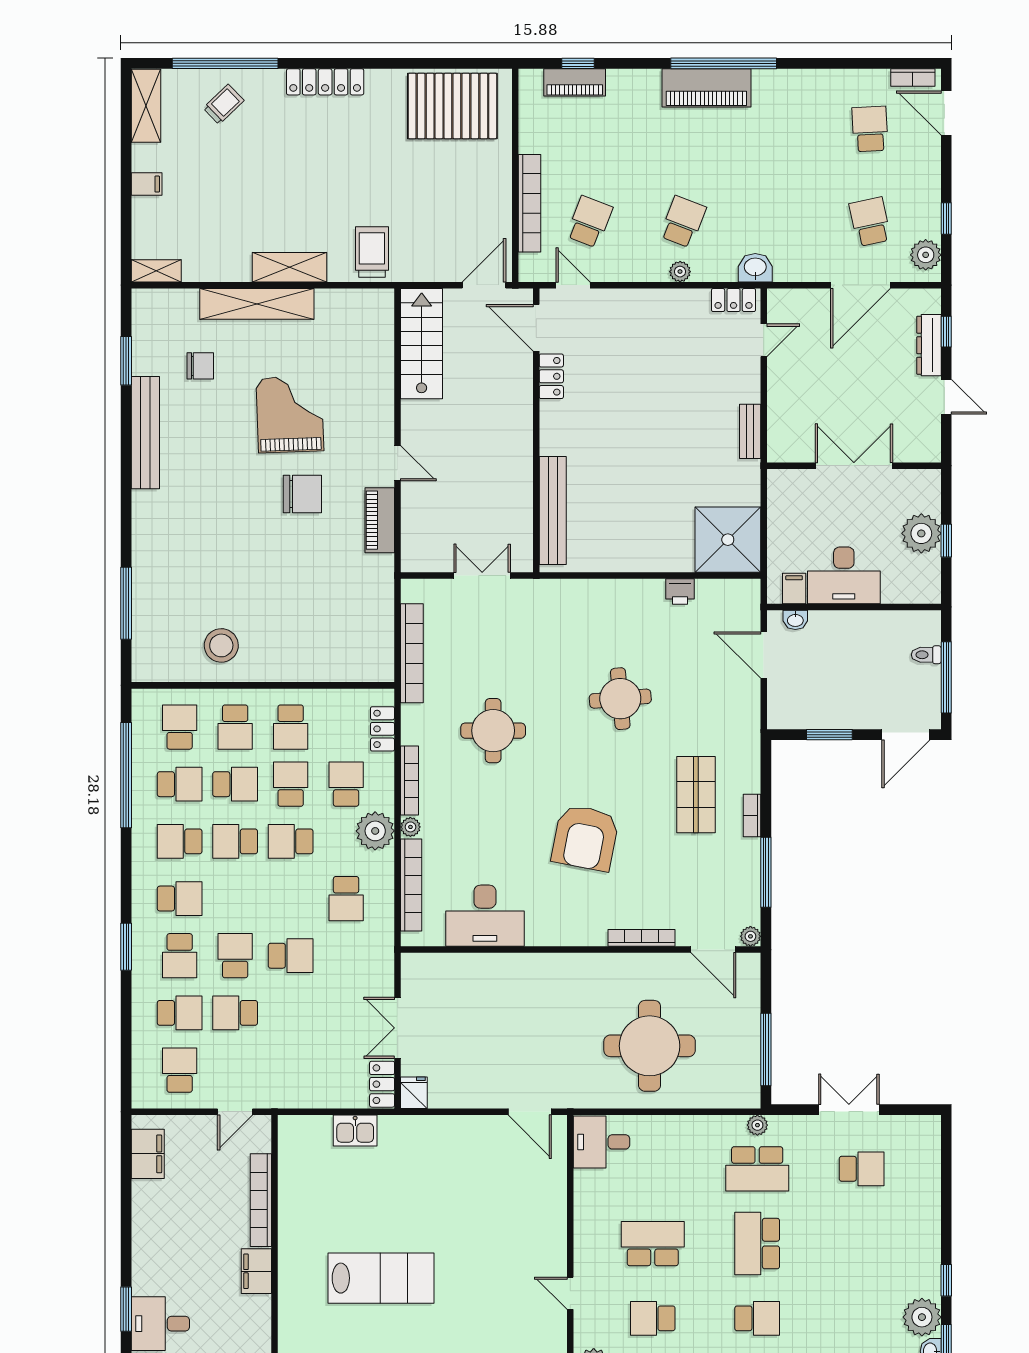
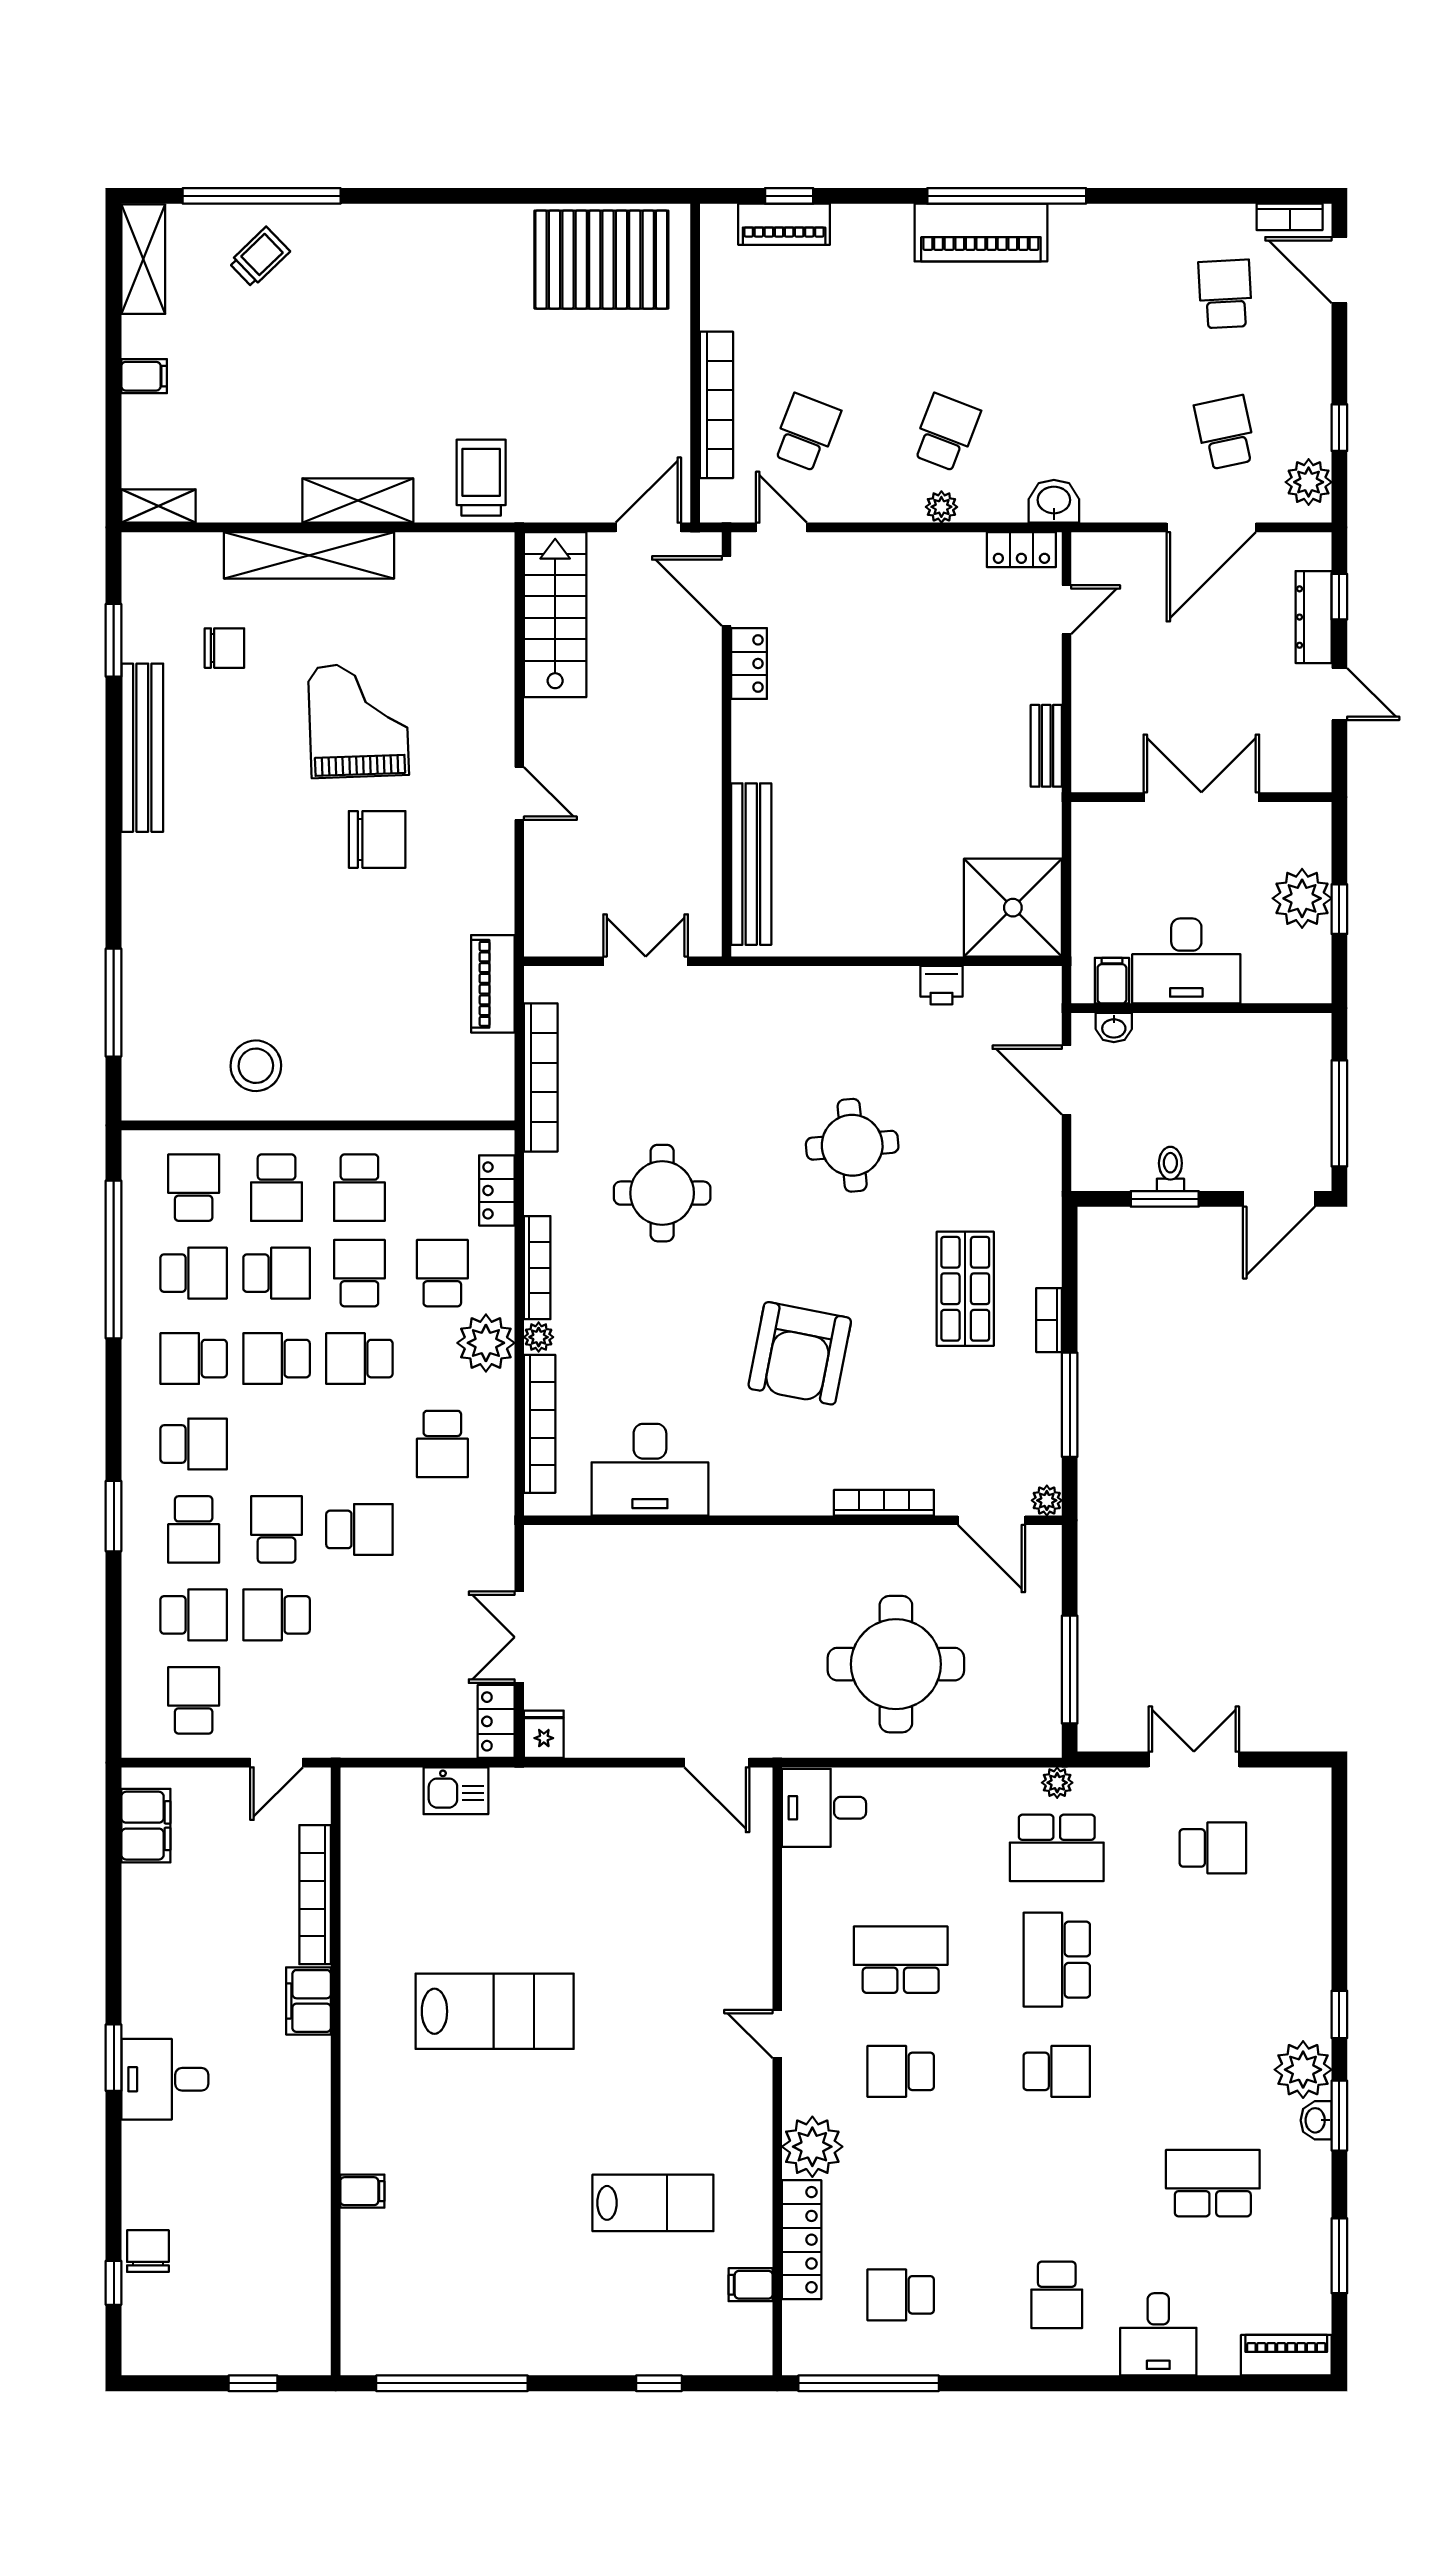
locker: (325, 82) -> (411, 223), removed
piano: (380, 520) -> (493, 984), moved
toilet: (926, 655) -> (1170, 1169), moved, turned 90

